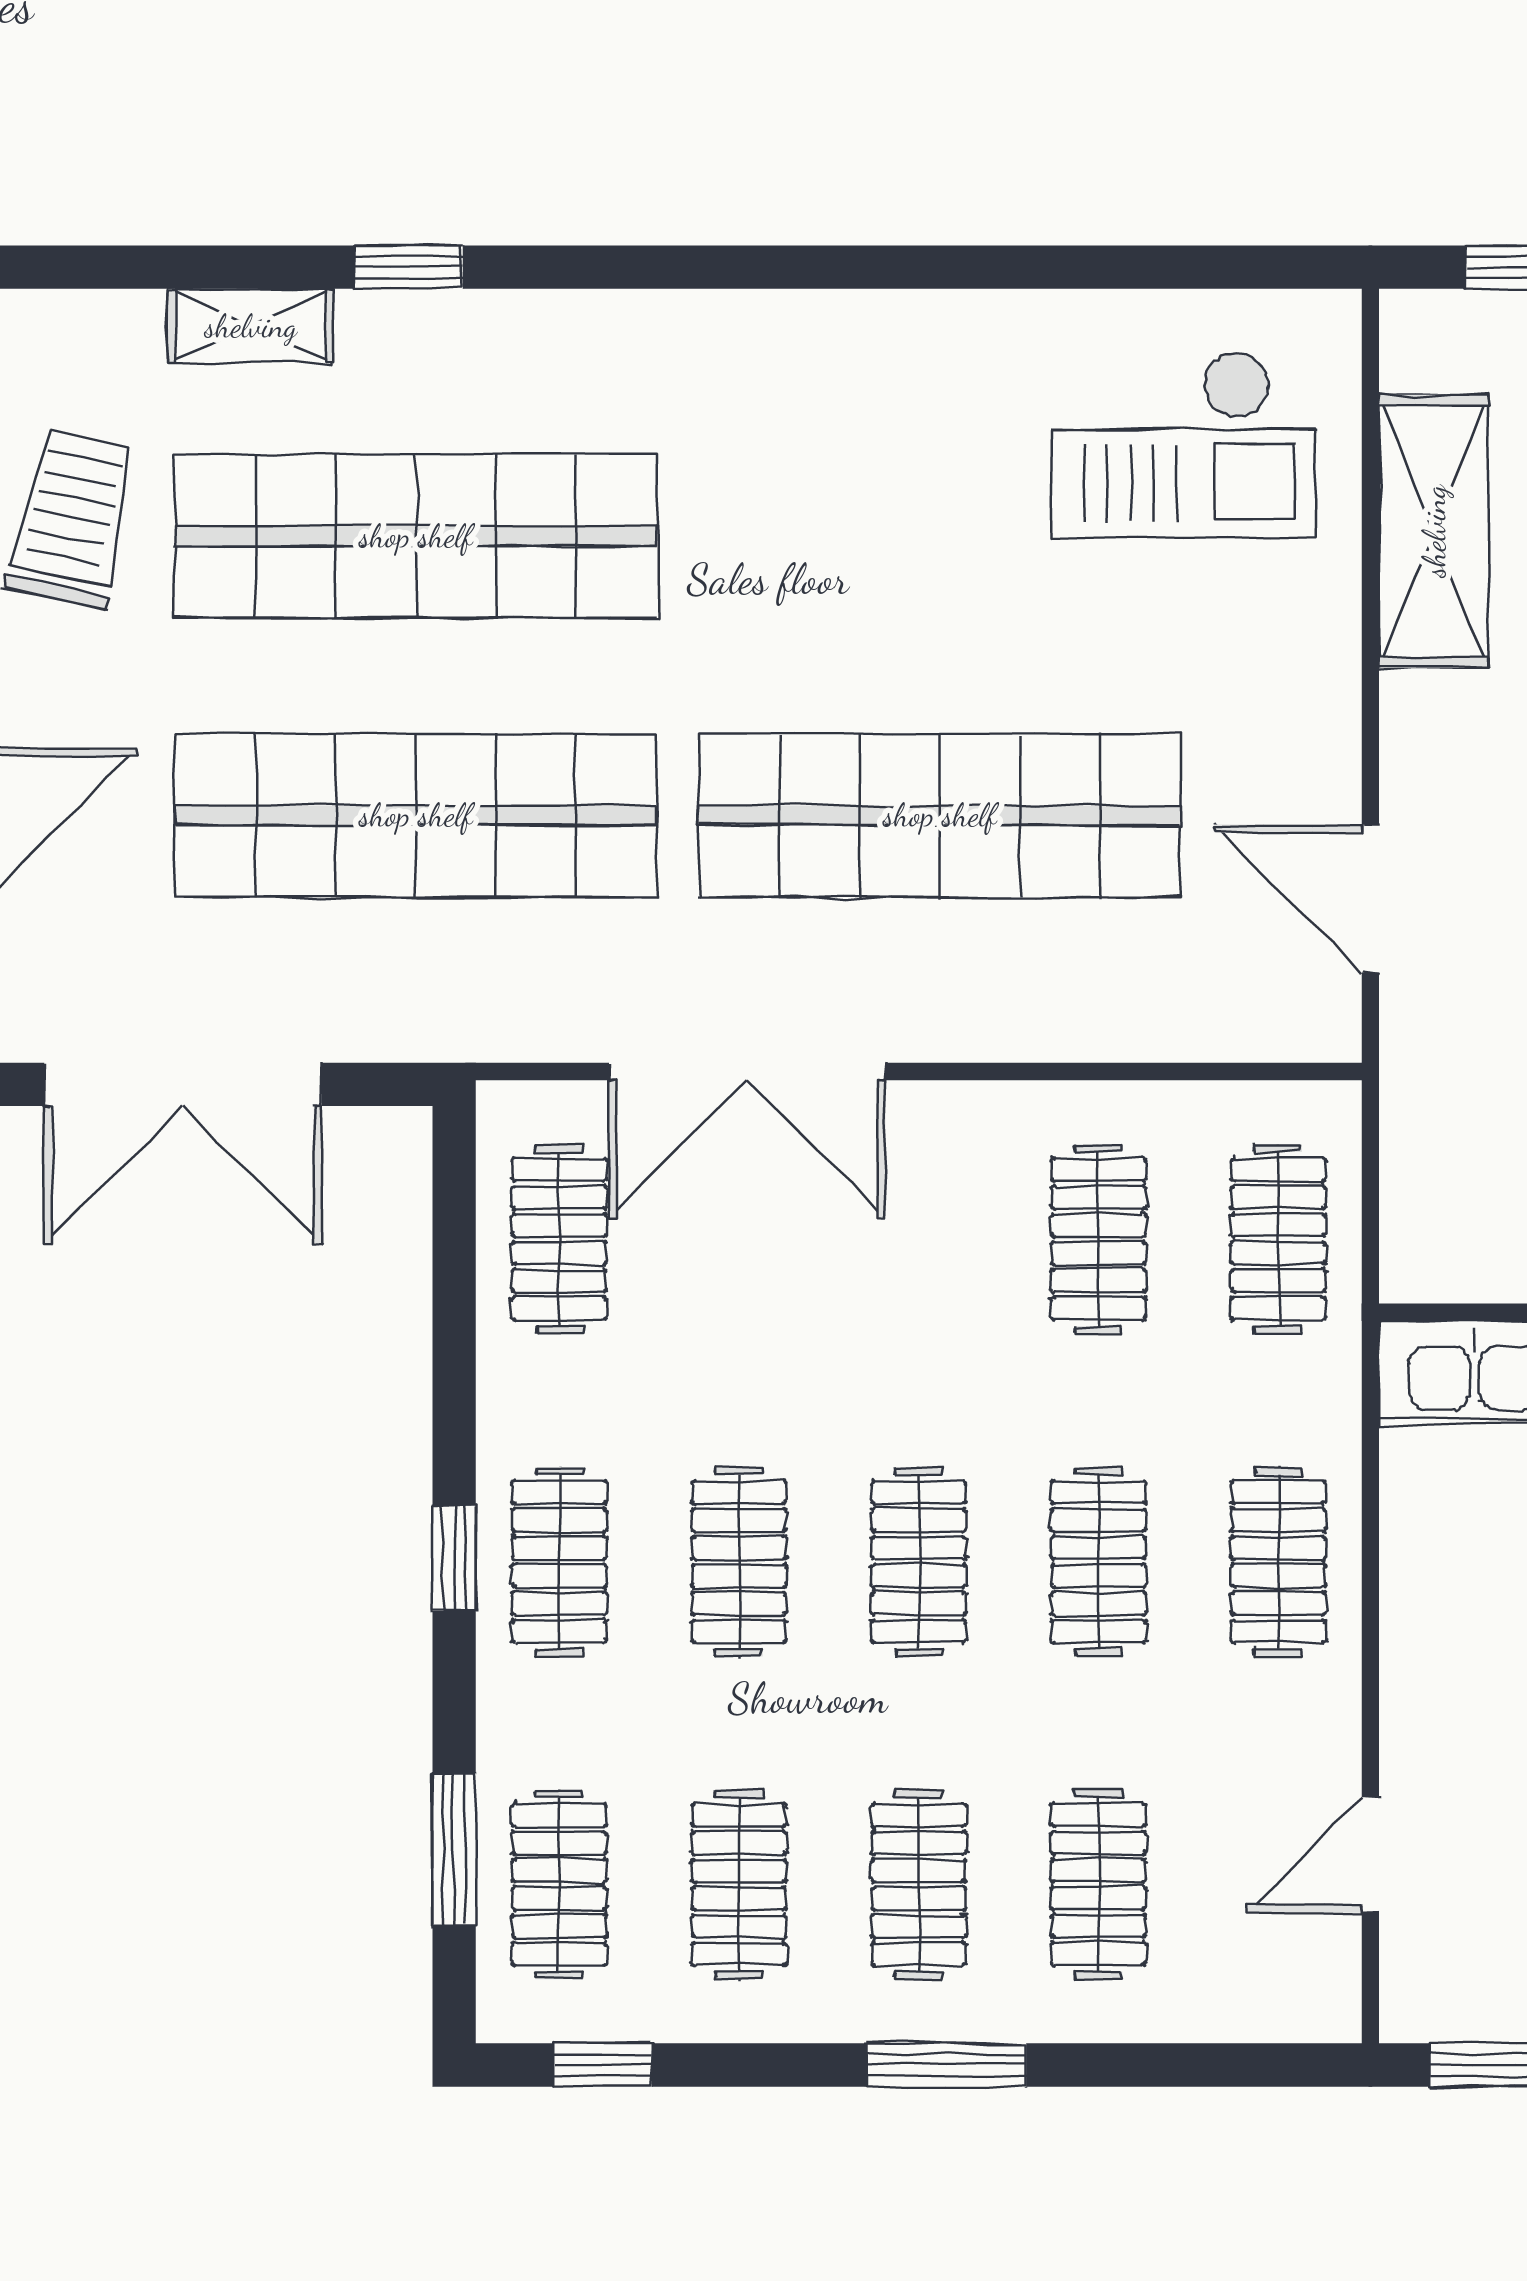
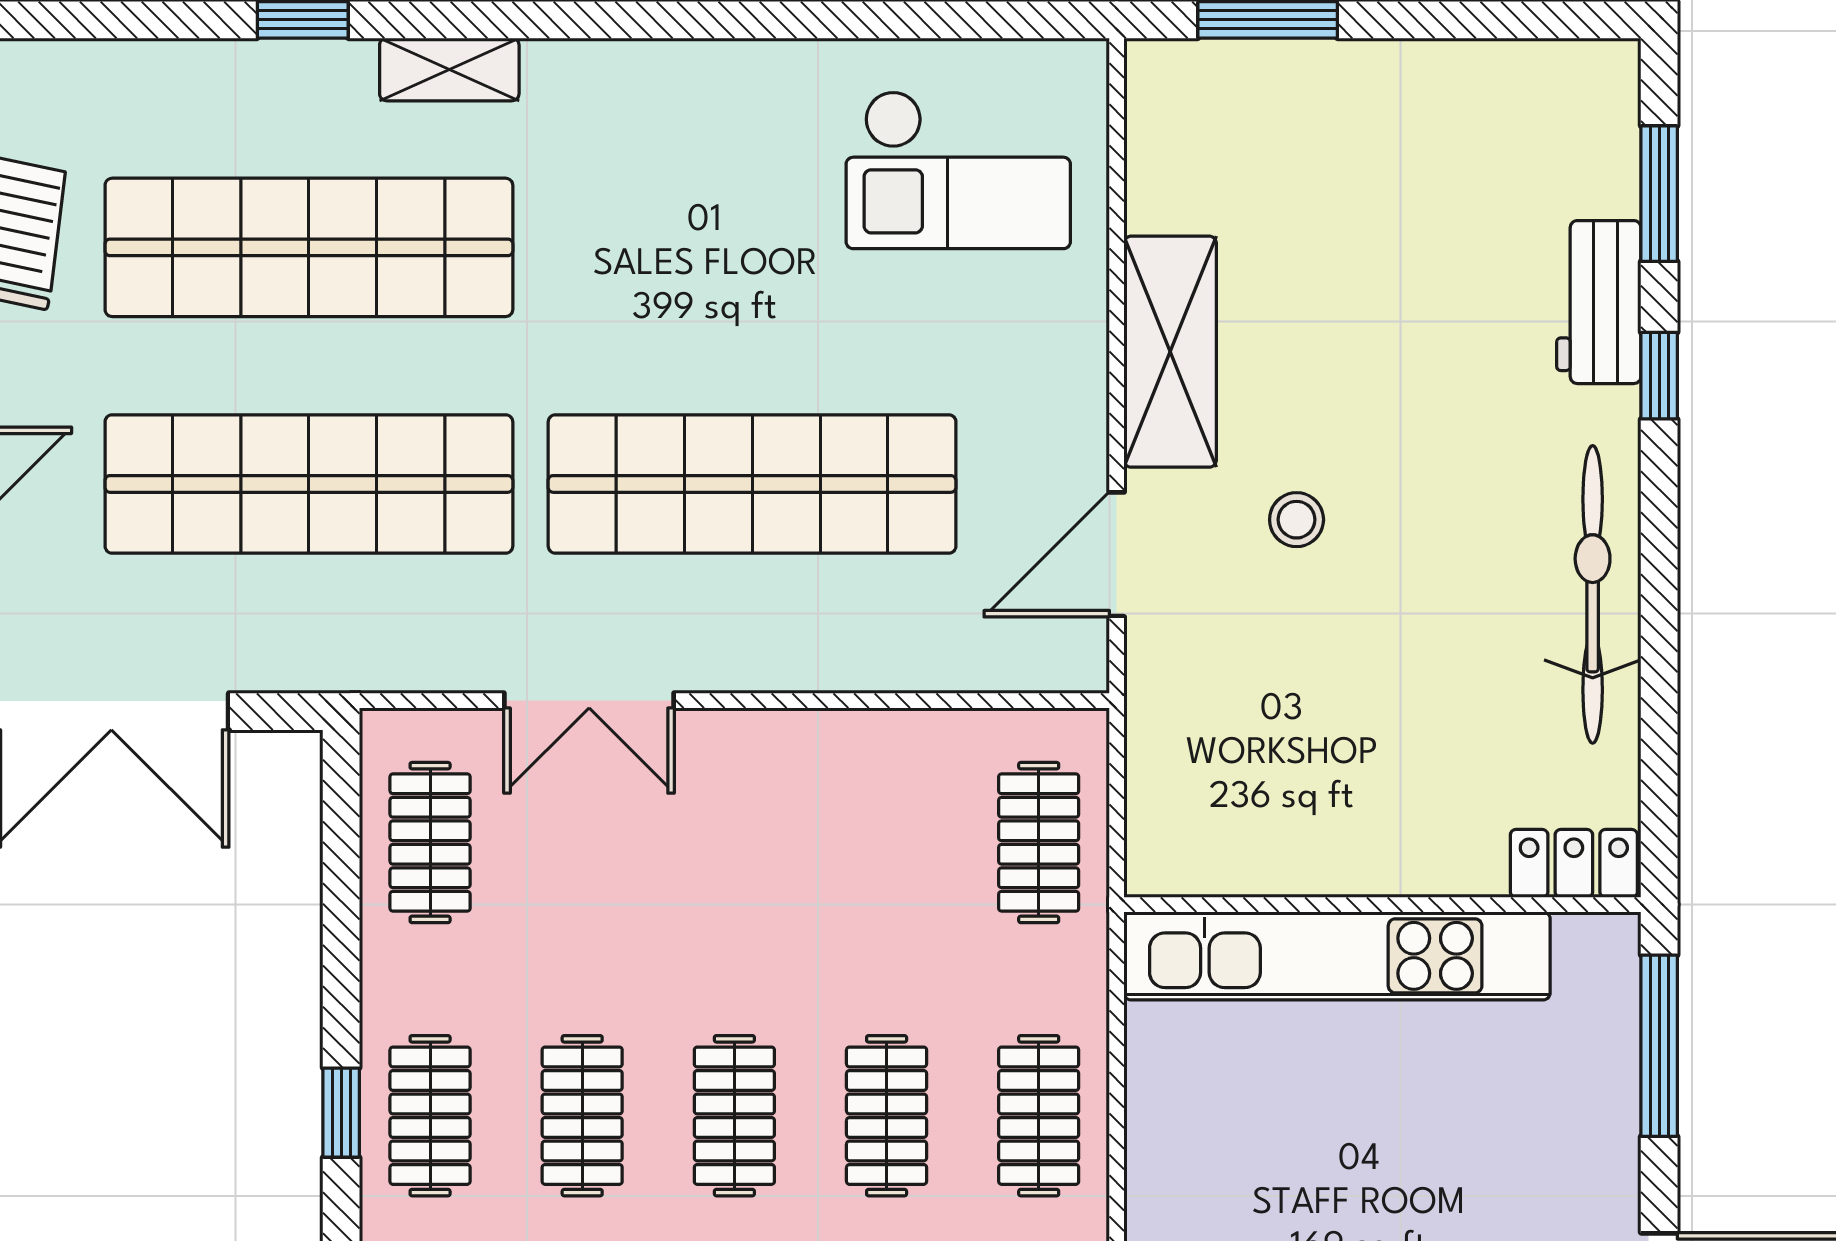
shelving: (251, 326) -> (449, 69), moved
shelving: (1434, 531) -> (1170, 352), moved
door: (1370, 899) -> (1117, 554), hinge flipped
double door: (747, 1071) -> (589, 701), width x0.73
clothes rail: (1099, 1239) -> (887, 843), removed

